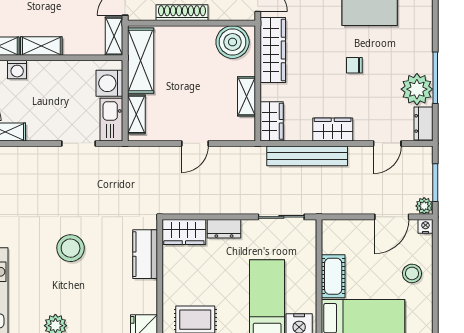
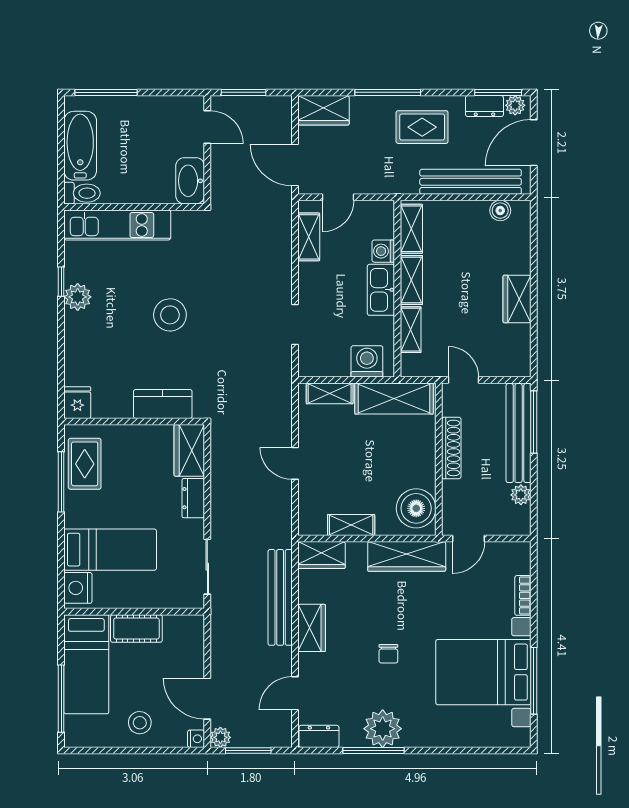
shelving: (114, 36) -> (411, 330), moved, turned 90
chair: (354, 65) -> (388, 654), turned 180
plant: (417, 89) -> (383, 729), moved
kitchen sink: (111, 120) -> (381, 290), moved, turned -90
door: (387, 143) -> (295, 693), hinge flipped

